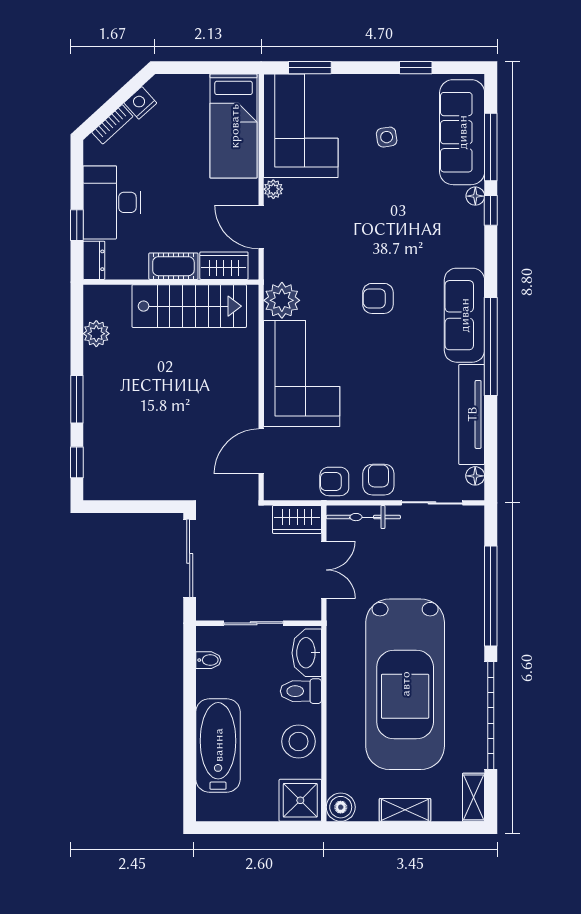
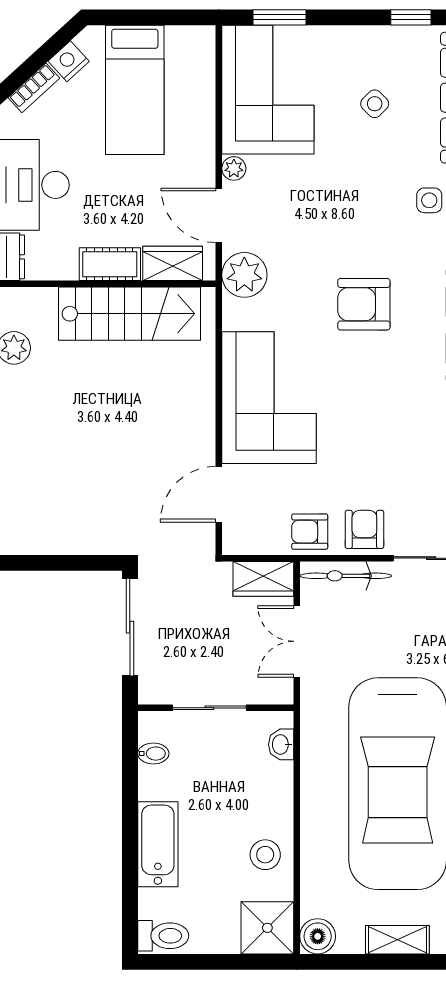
bed: (234, 126) -> (135, 90), moved
side table: (387, 137) -> (375, 104), turned -36
side table: (431, 215) -> (429, 200), added
armchair: (378, 298) -> (364, 304), width x1.38, depth x1.38
plant: (282, 300) -> (244, 275), moved
double door: (324, 570) -> (297, 641), swing flipped
washbasin: (307, 653) -> (281, 744), width x0.52, depth x0.69
toilet: (301, 691) -> (163, 936), moved, turned 180
stool: (299, 741) -> (265, 855), width x0.73, depth x0.73
bathtub: (218, 745) -> (158, 844), width x0.73, depth x0.73

